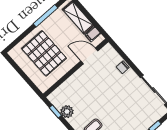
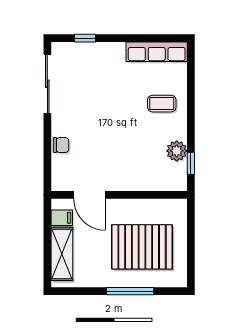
window: (46, 16) -> (130, 291), moved
pallet: (44, 53) -> (142, 247), turned 90

